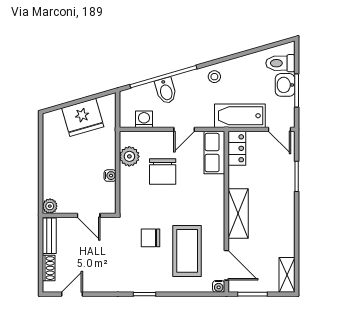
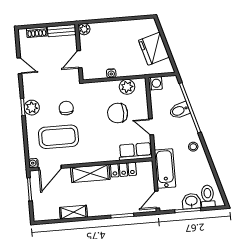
washing machine: (144, 119) -> (155, 83), moved
locker: (237, 148) -> (123, 170), moved
shelving: (287, 275) -> (73, 212), moved
plant: (146, 283) -> (32, 108), added
door: (72, 294) -> (19, 66), moved

